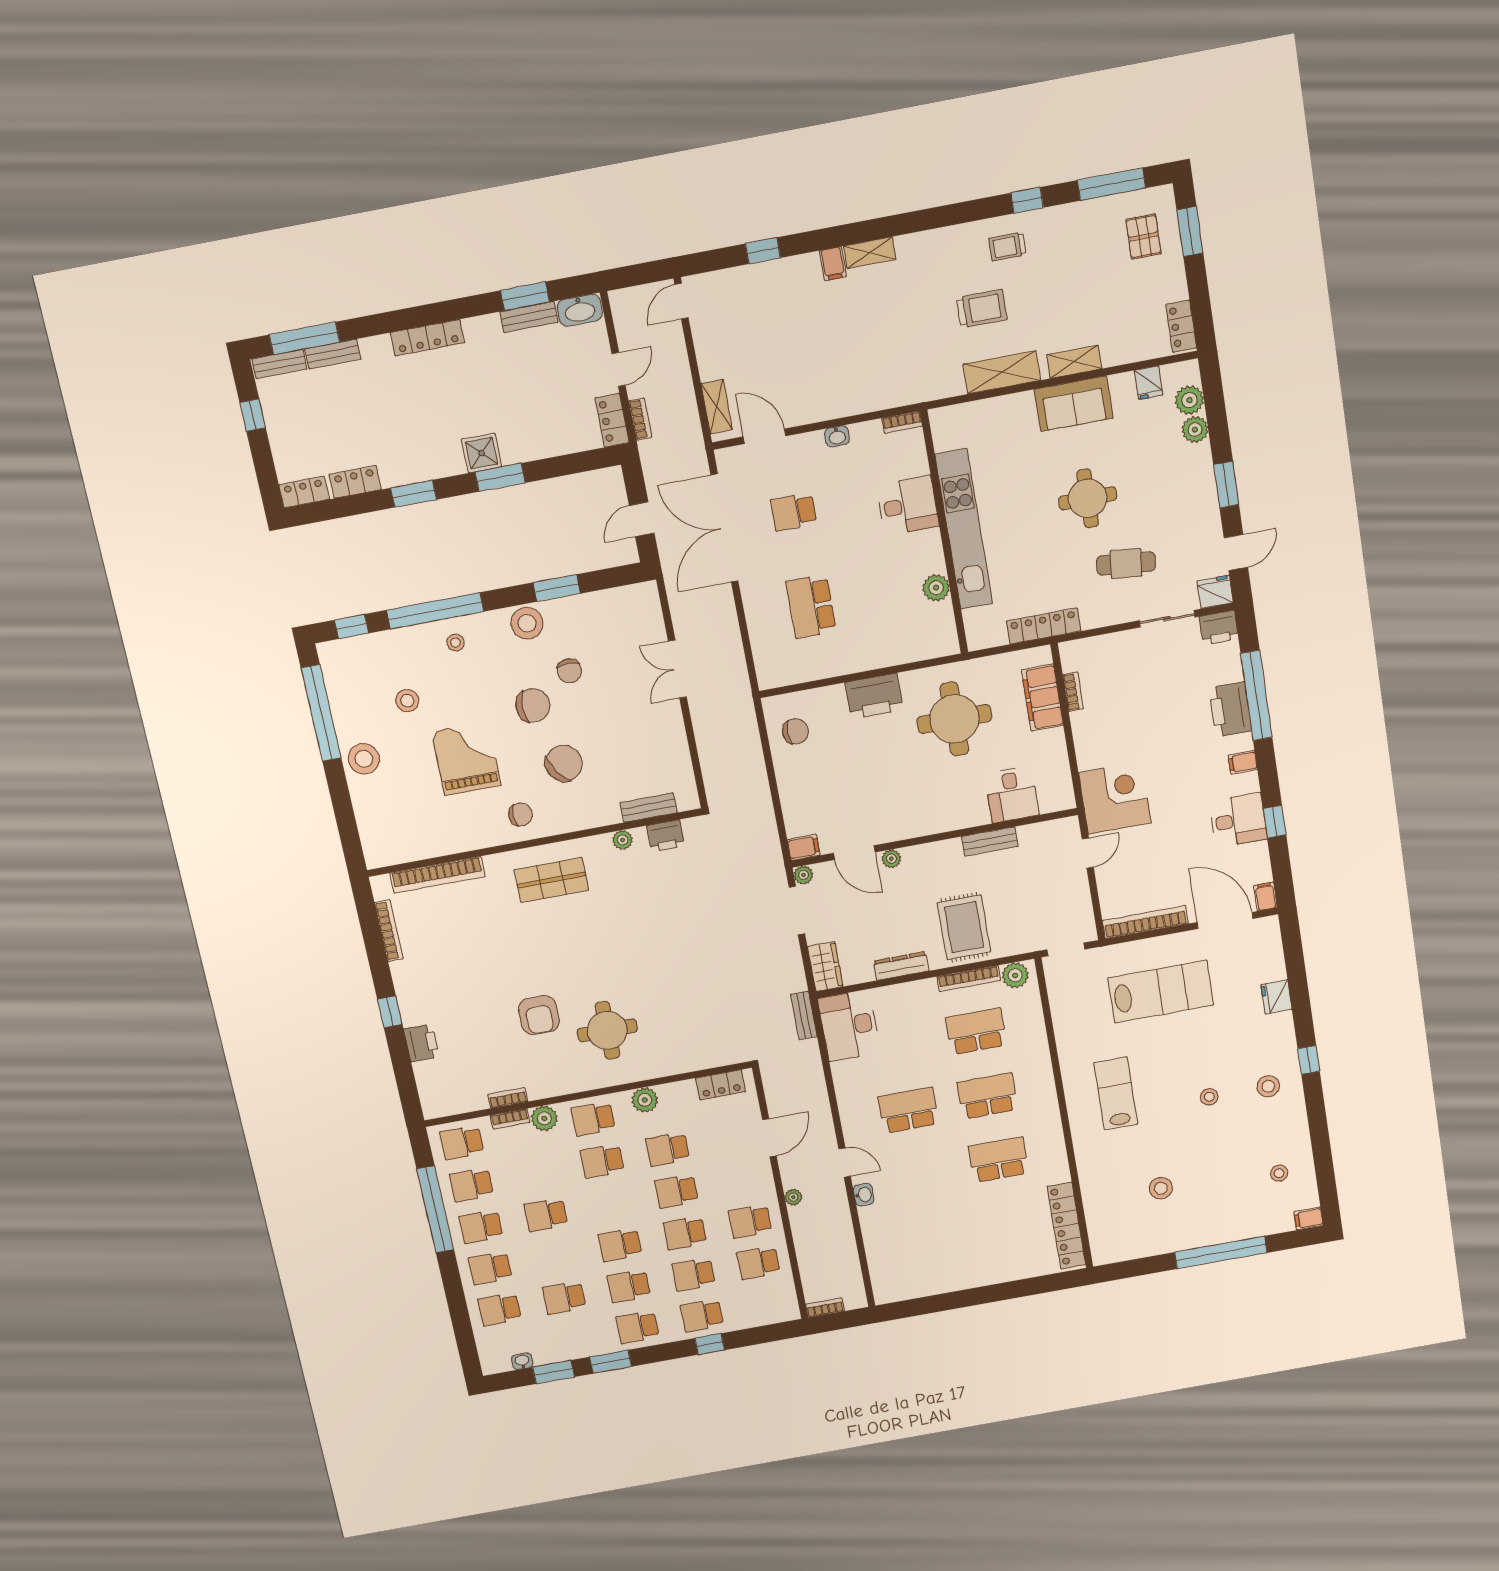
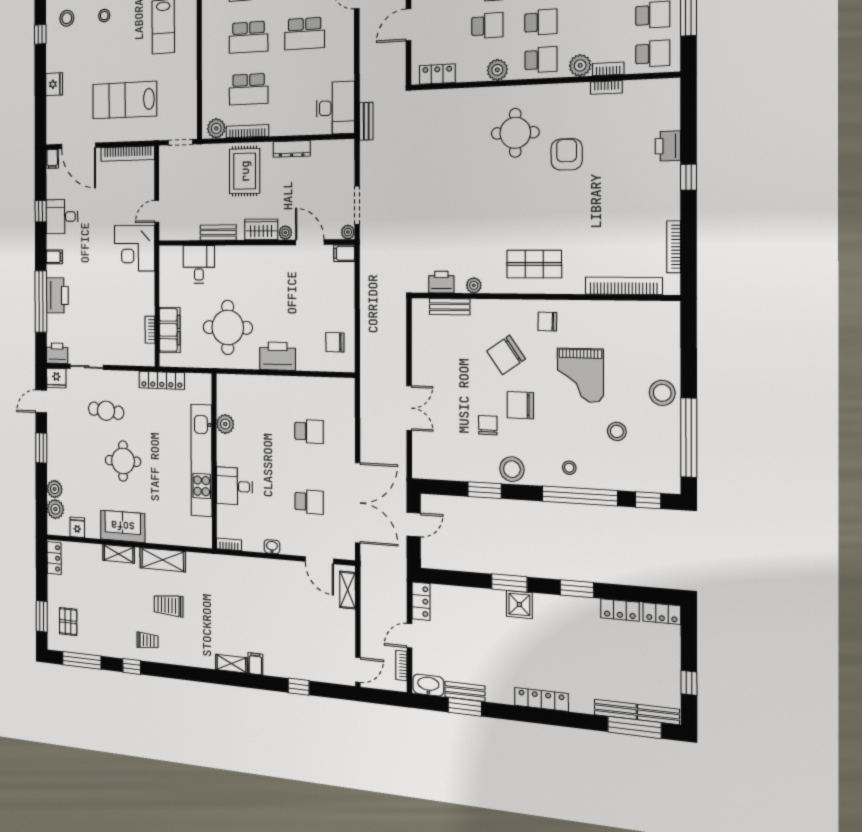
bookcase: (640, 419) -> (401, 666), moved
school desk: (811, 606) -> (309, 431), width x0.54
wardrobe: (825, 967) -> (261, 229), moved, turned 90

